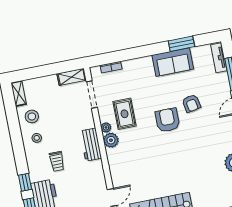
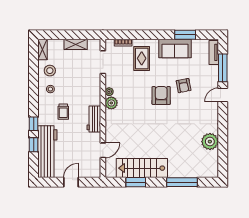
shelving: (72, 77) -> (76, 44), moved
rug: (124, 114) -> (142, 58), moved
workbench: (91, 145) -> (94, 119), moved

